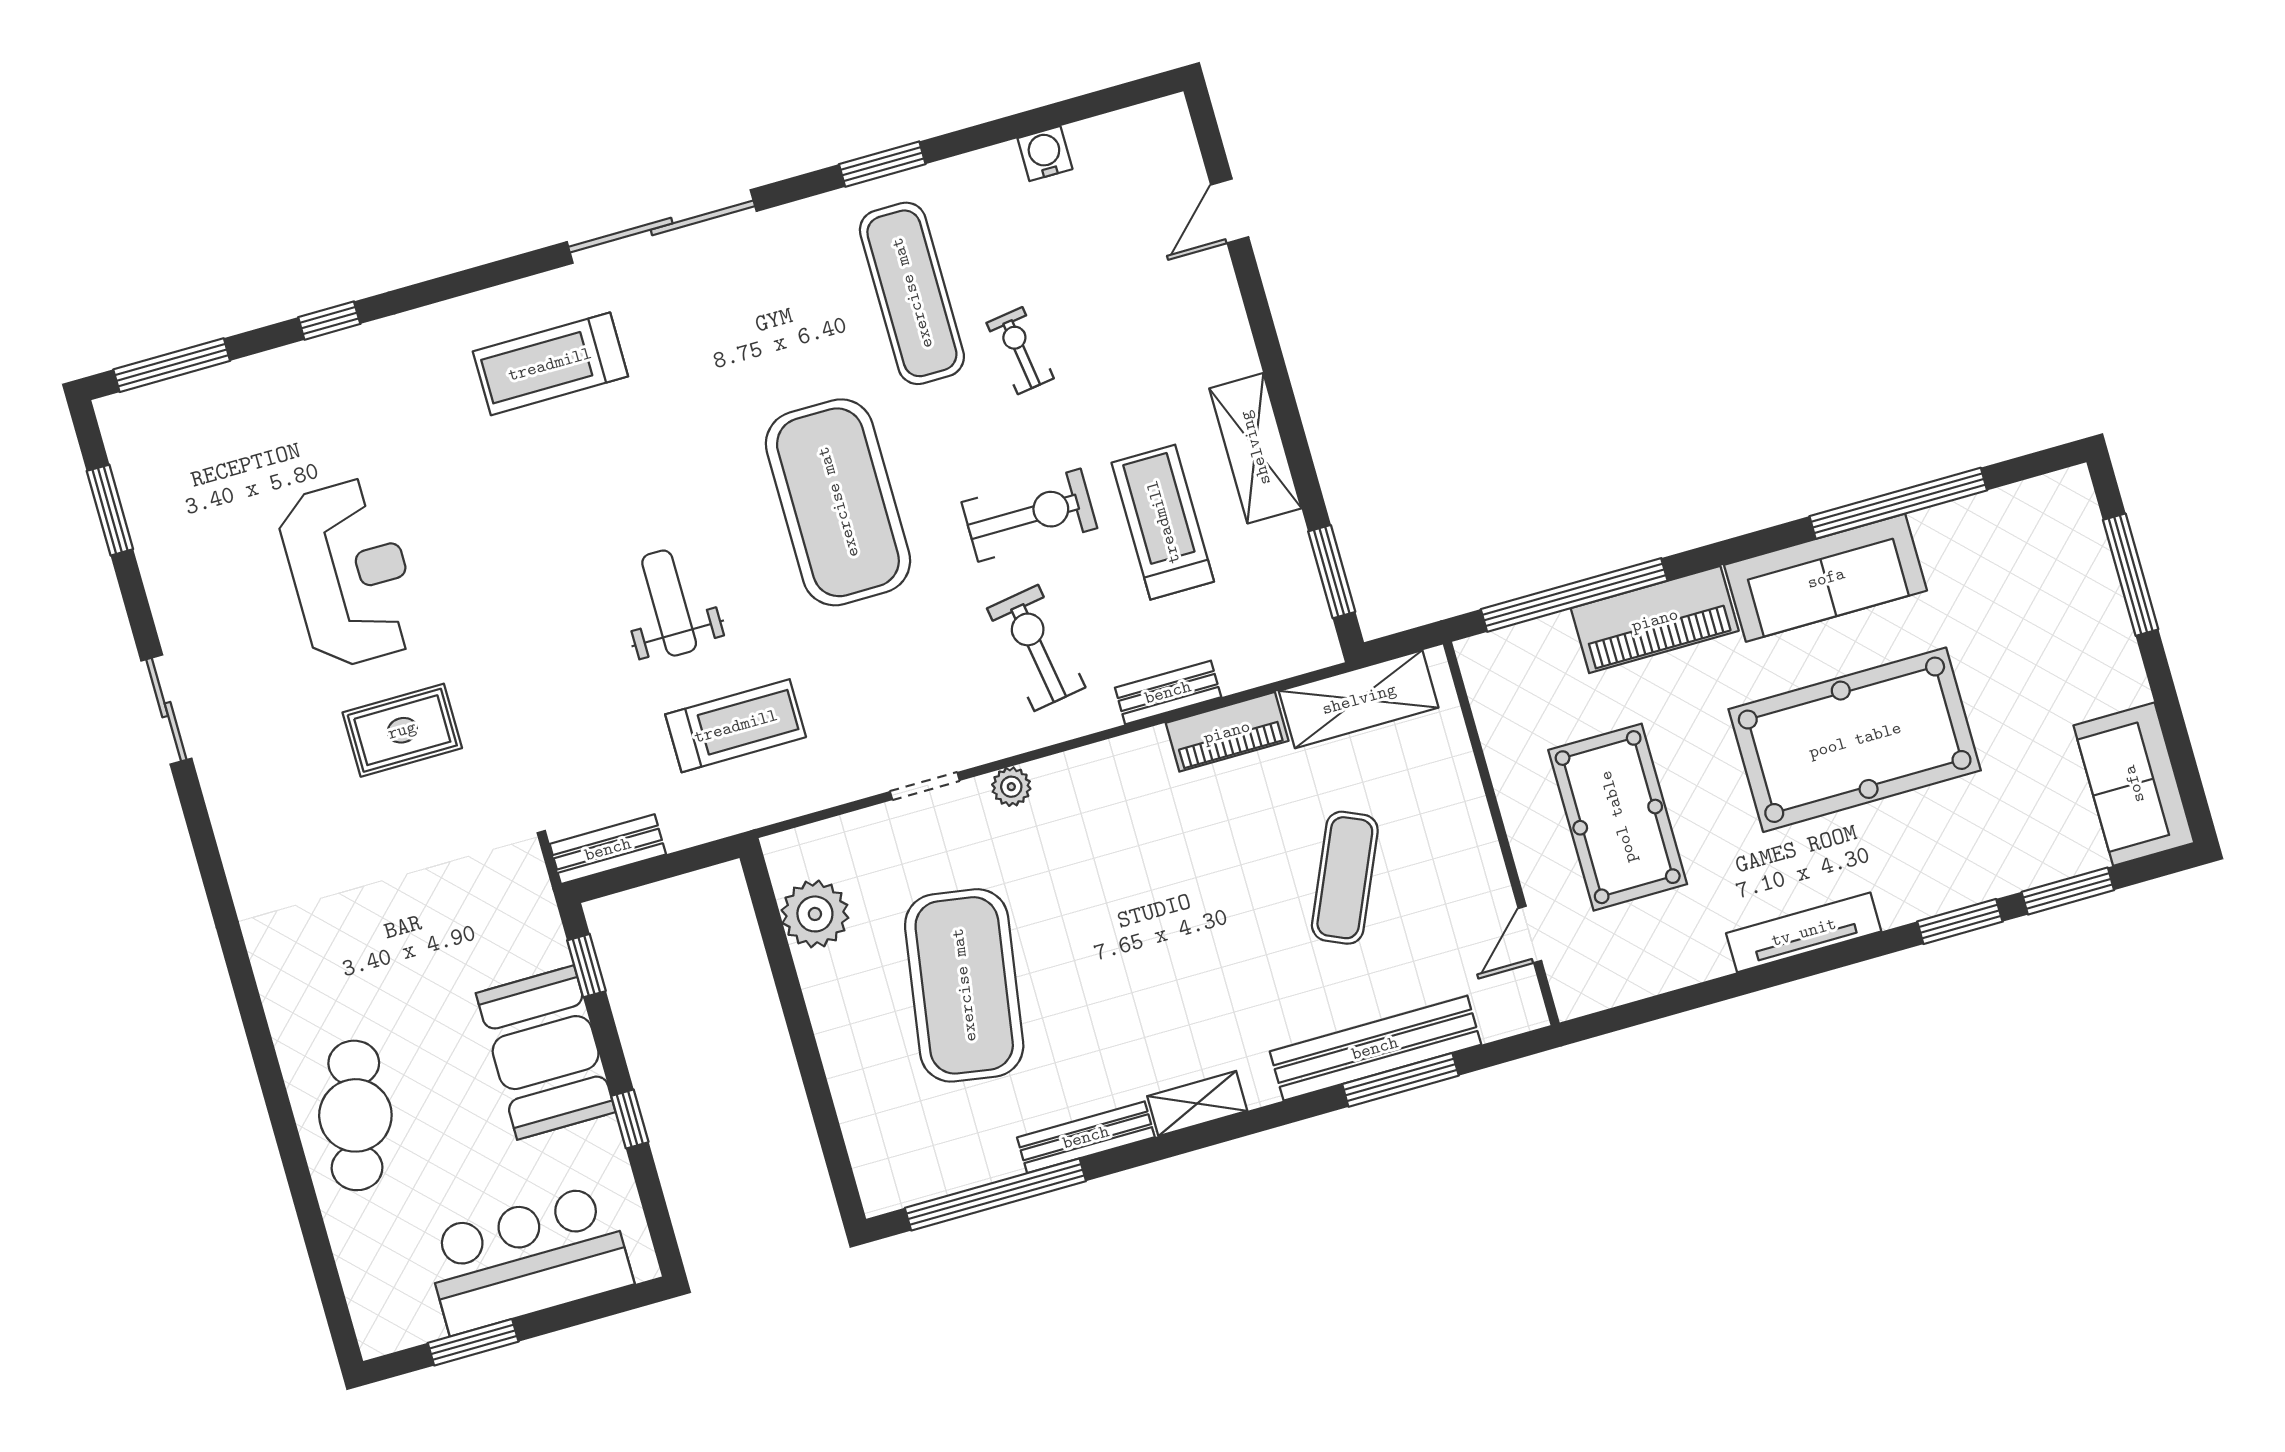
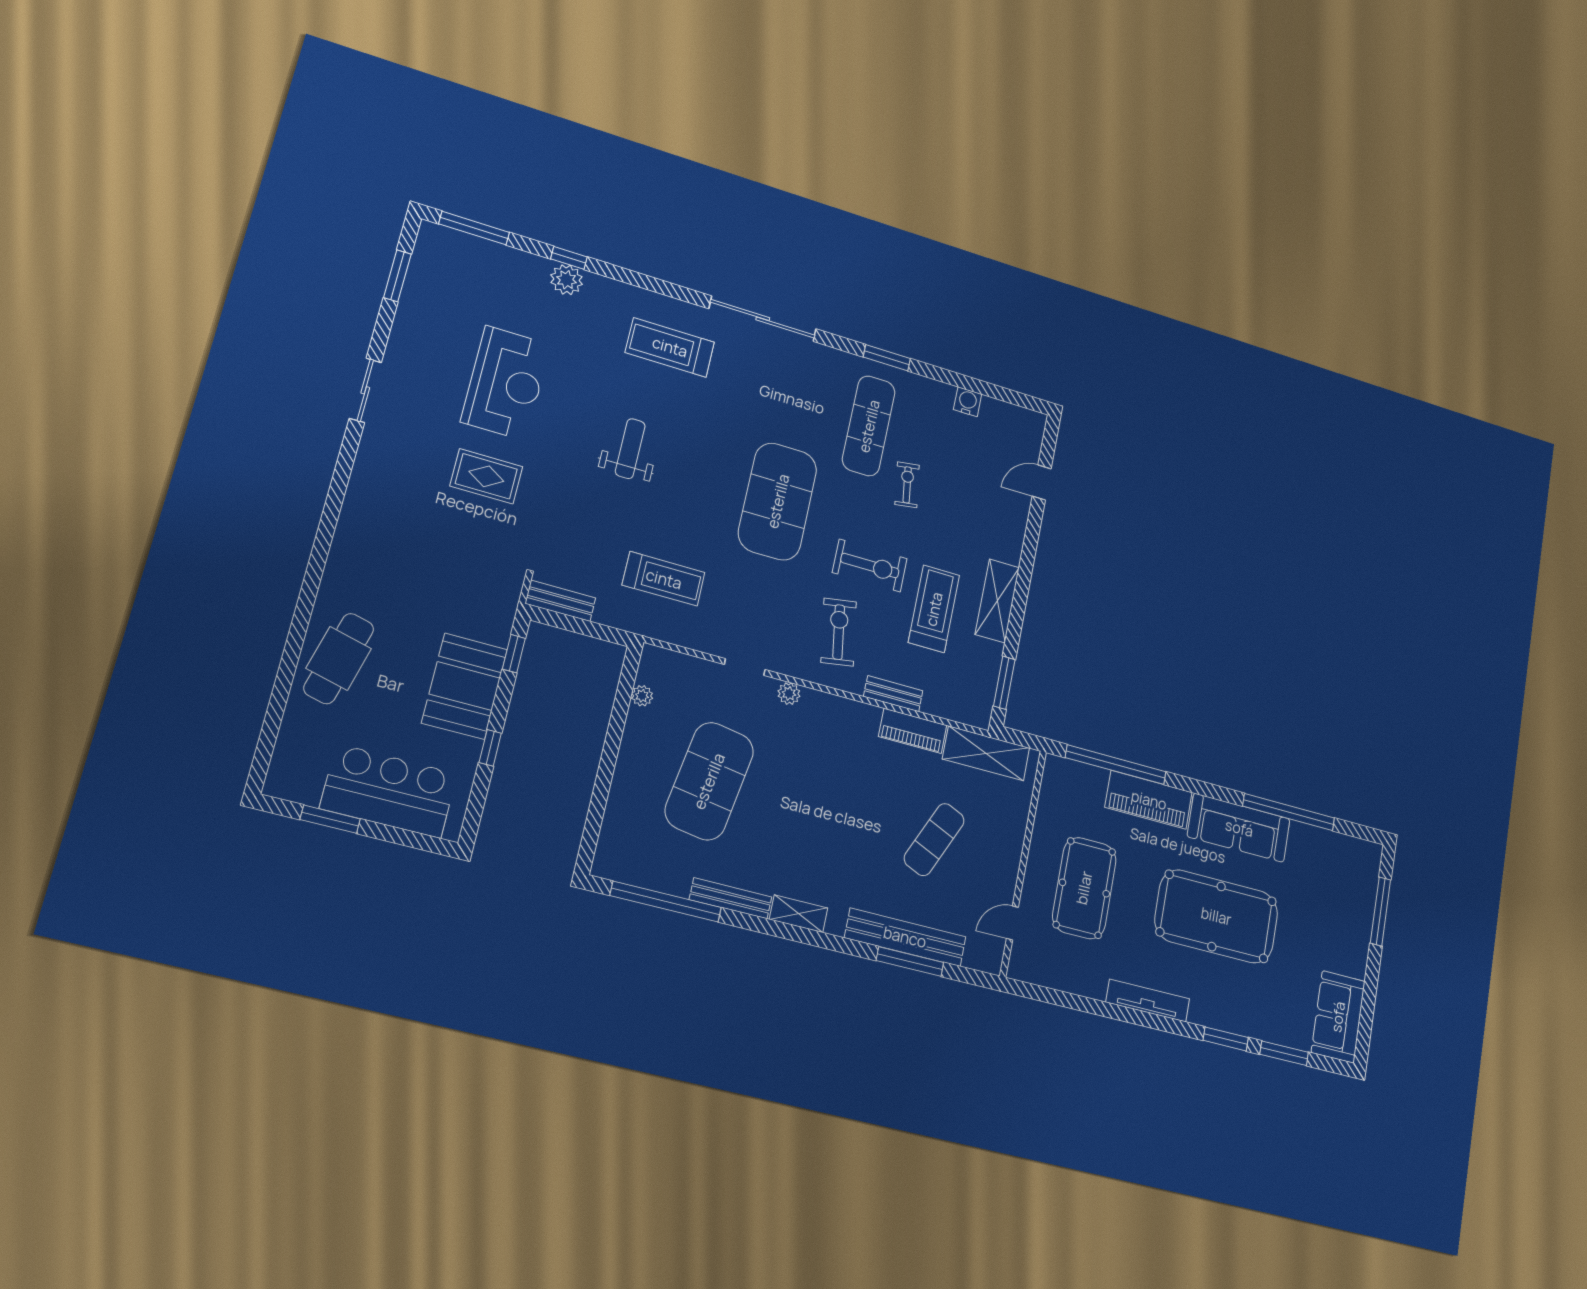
plant: (345, 357) -> (567, 280), added
weight bench: (669, 603) -> (630, 449), moved
plant: (815, 914) -> (642, 696), width x0.53, depth x0.53

